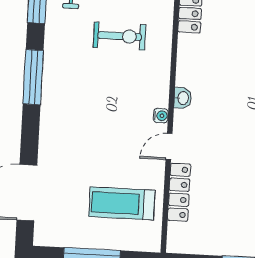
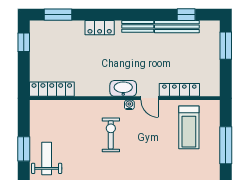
exercise bike: (120, 36) -> (111, 135), moved
washbasin: (183, 98) -> (123, 88), width x1.91, depth x1.45

